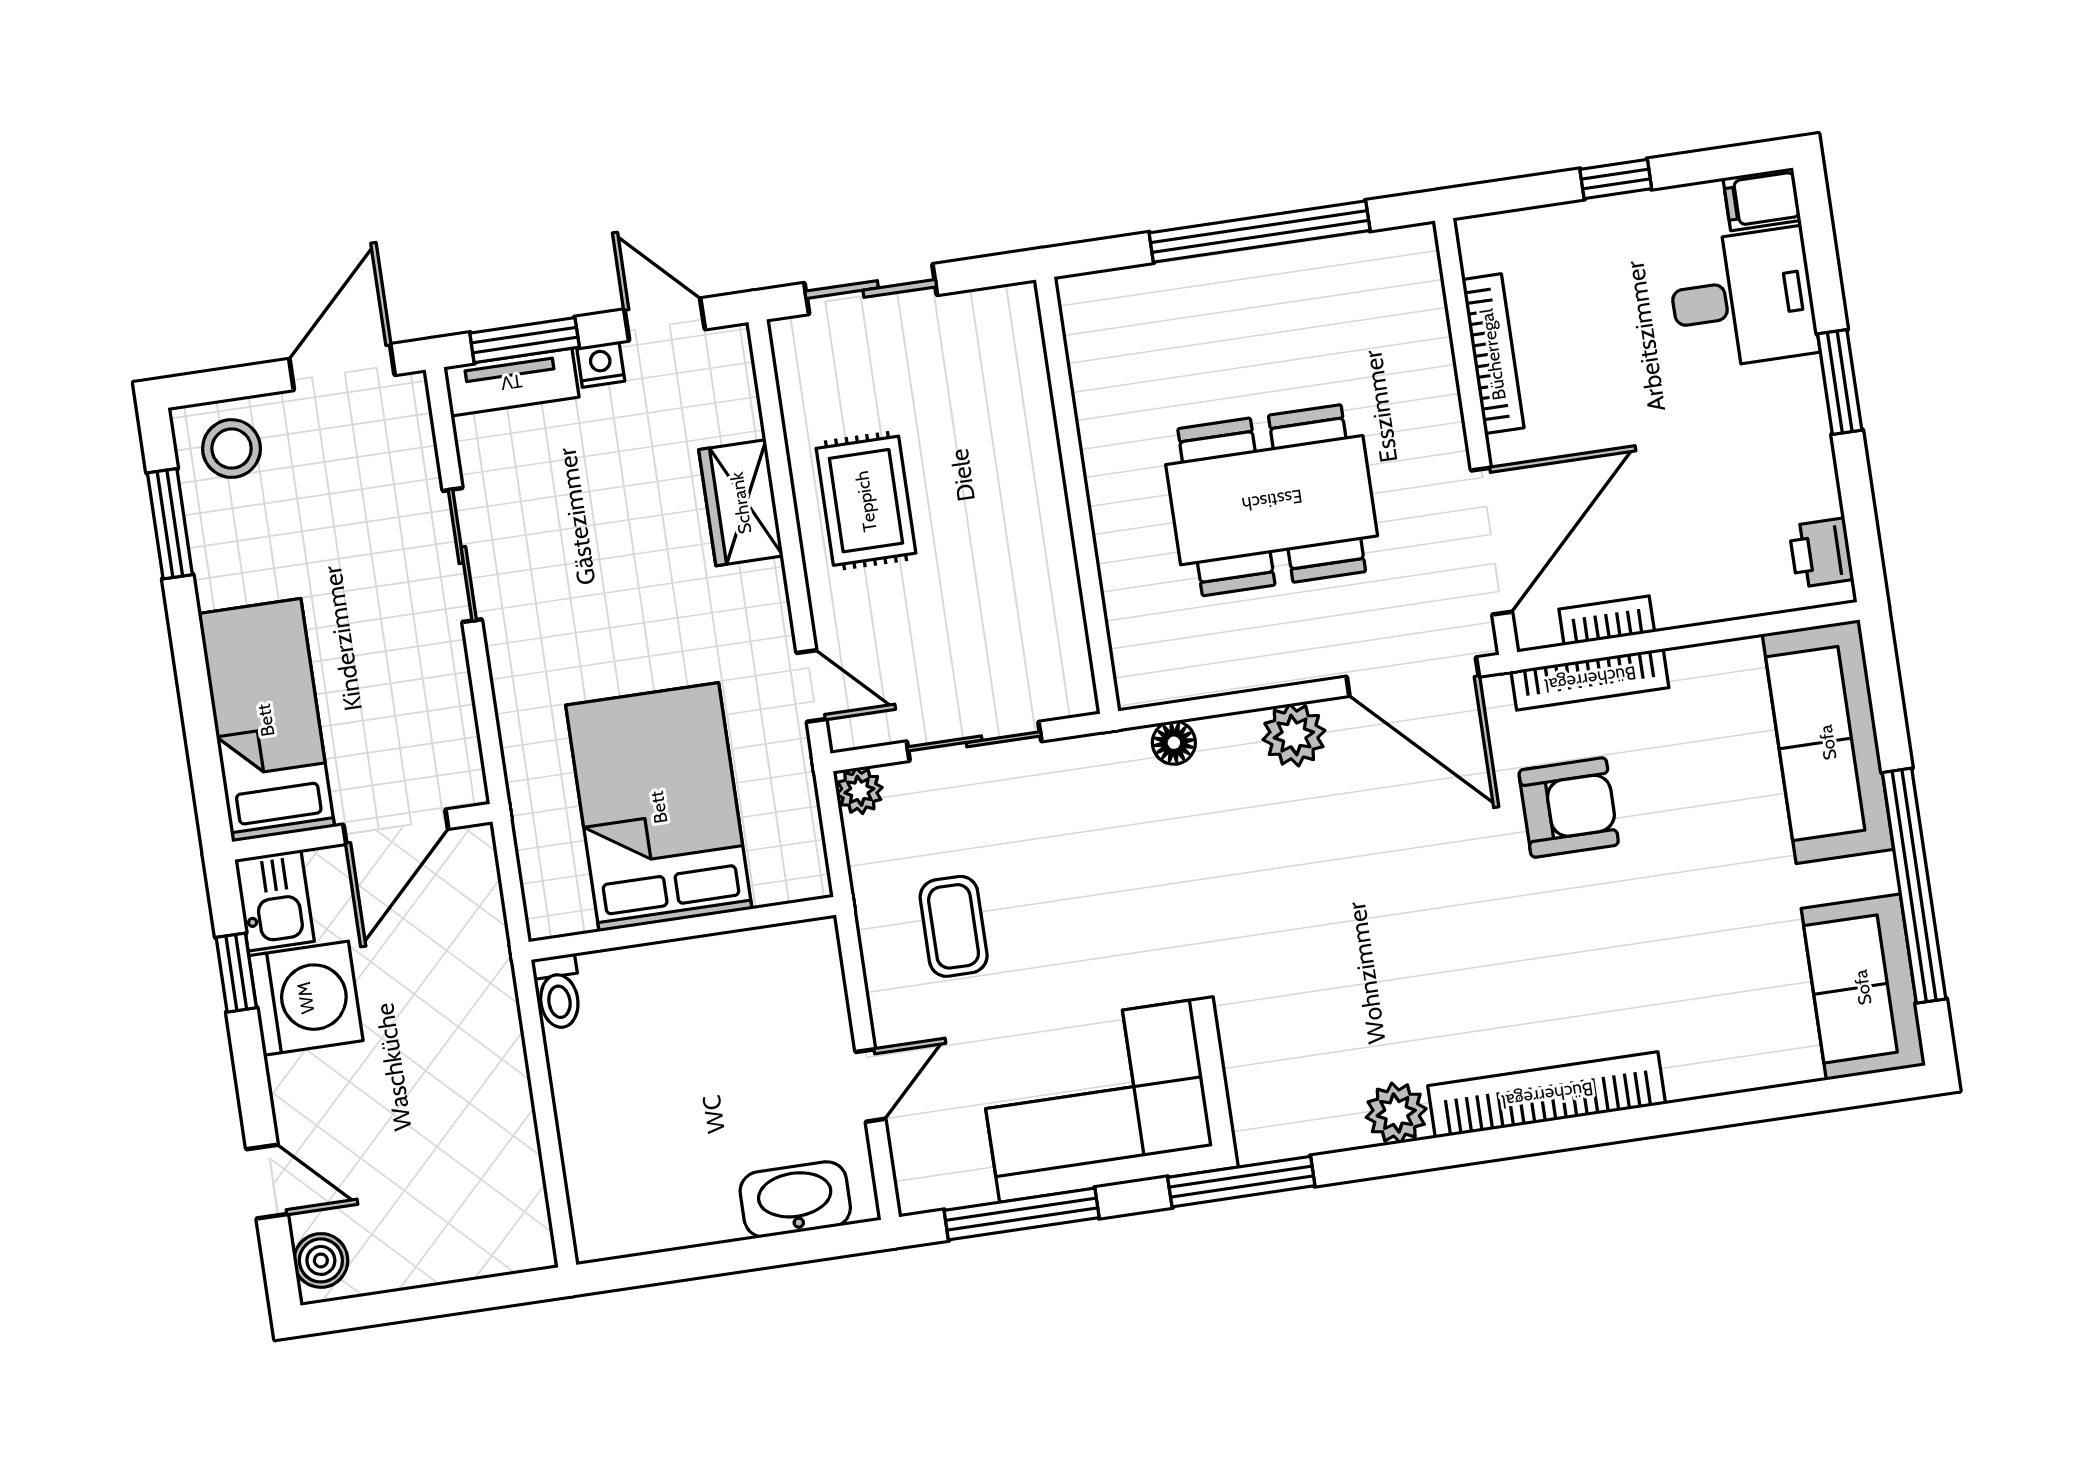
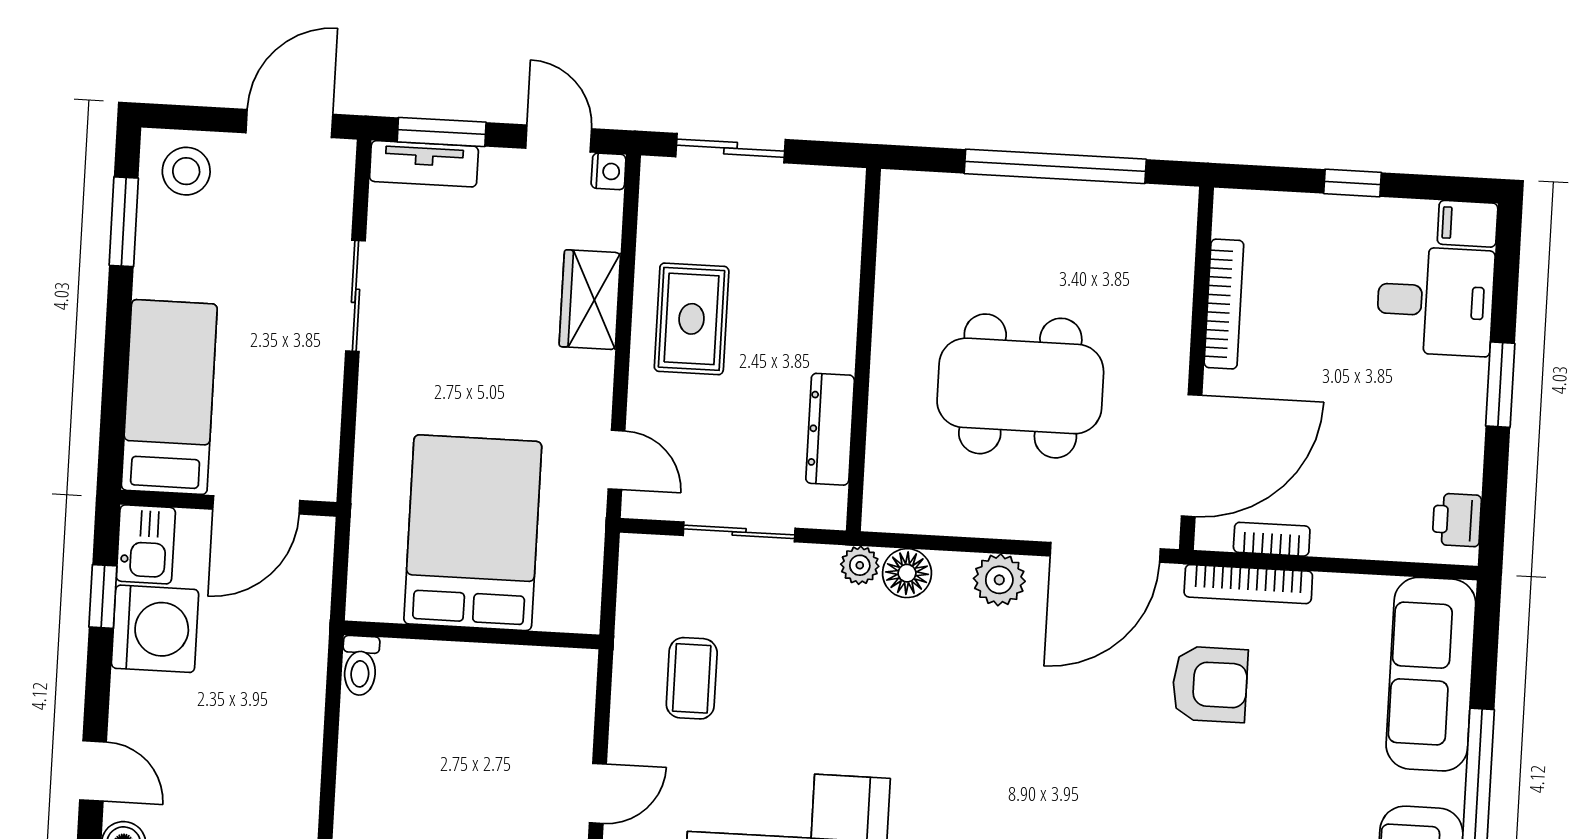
nightstand: (601, 364) -> (609, 171), moved, turned 90
dresser: (1057, 598) -> (830, 429), added
door: (1413, 677) -> (1105, 552), hinge flipped
floor lamp: (1174, 743) -> (907, 573), width x1.37, depth x1.37
plant: (859, 791) -> (860, 565), moved

